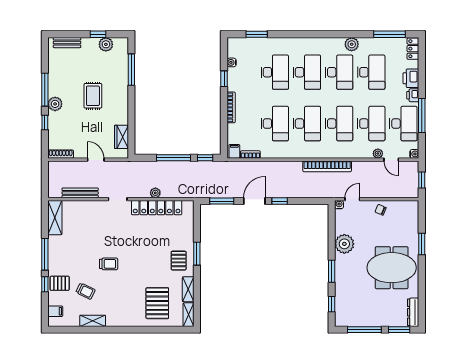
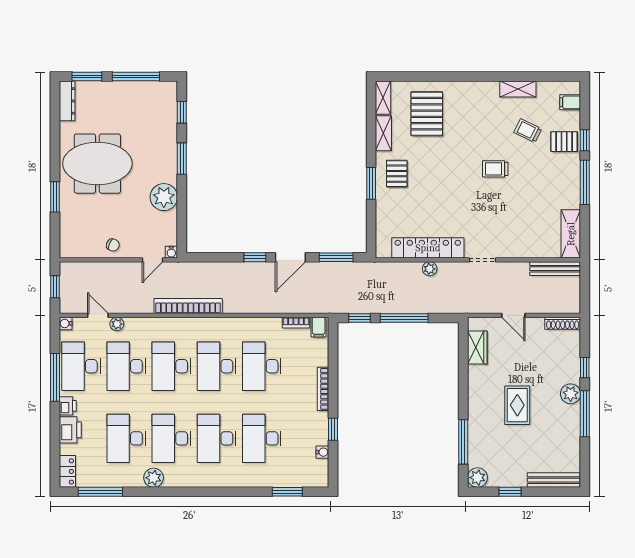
bench: (67, 43) -> (554, 480), width x1.36
plant: (106, 44) -> (477, 478), moved
bench: (80, 193) -> (555, 269), moved

